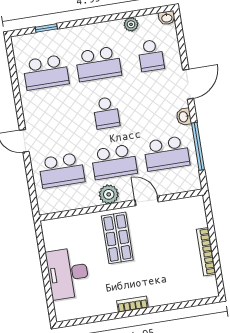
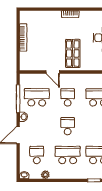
school desk: (114, 162) -> (68, 97), width x0.54
plant: (109, 194) -> (74, 79), removed

